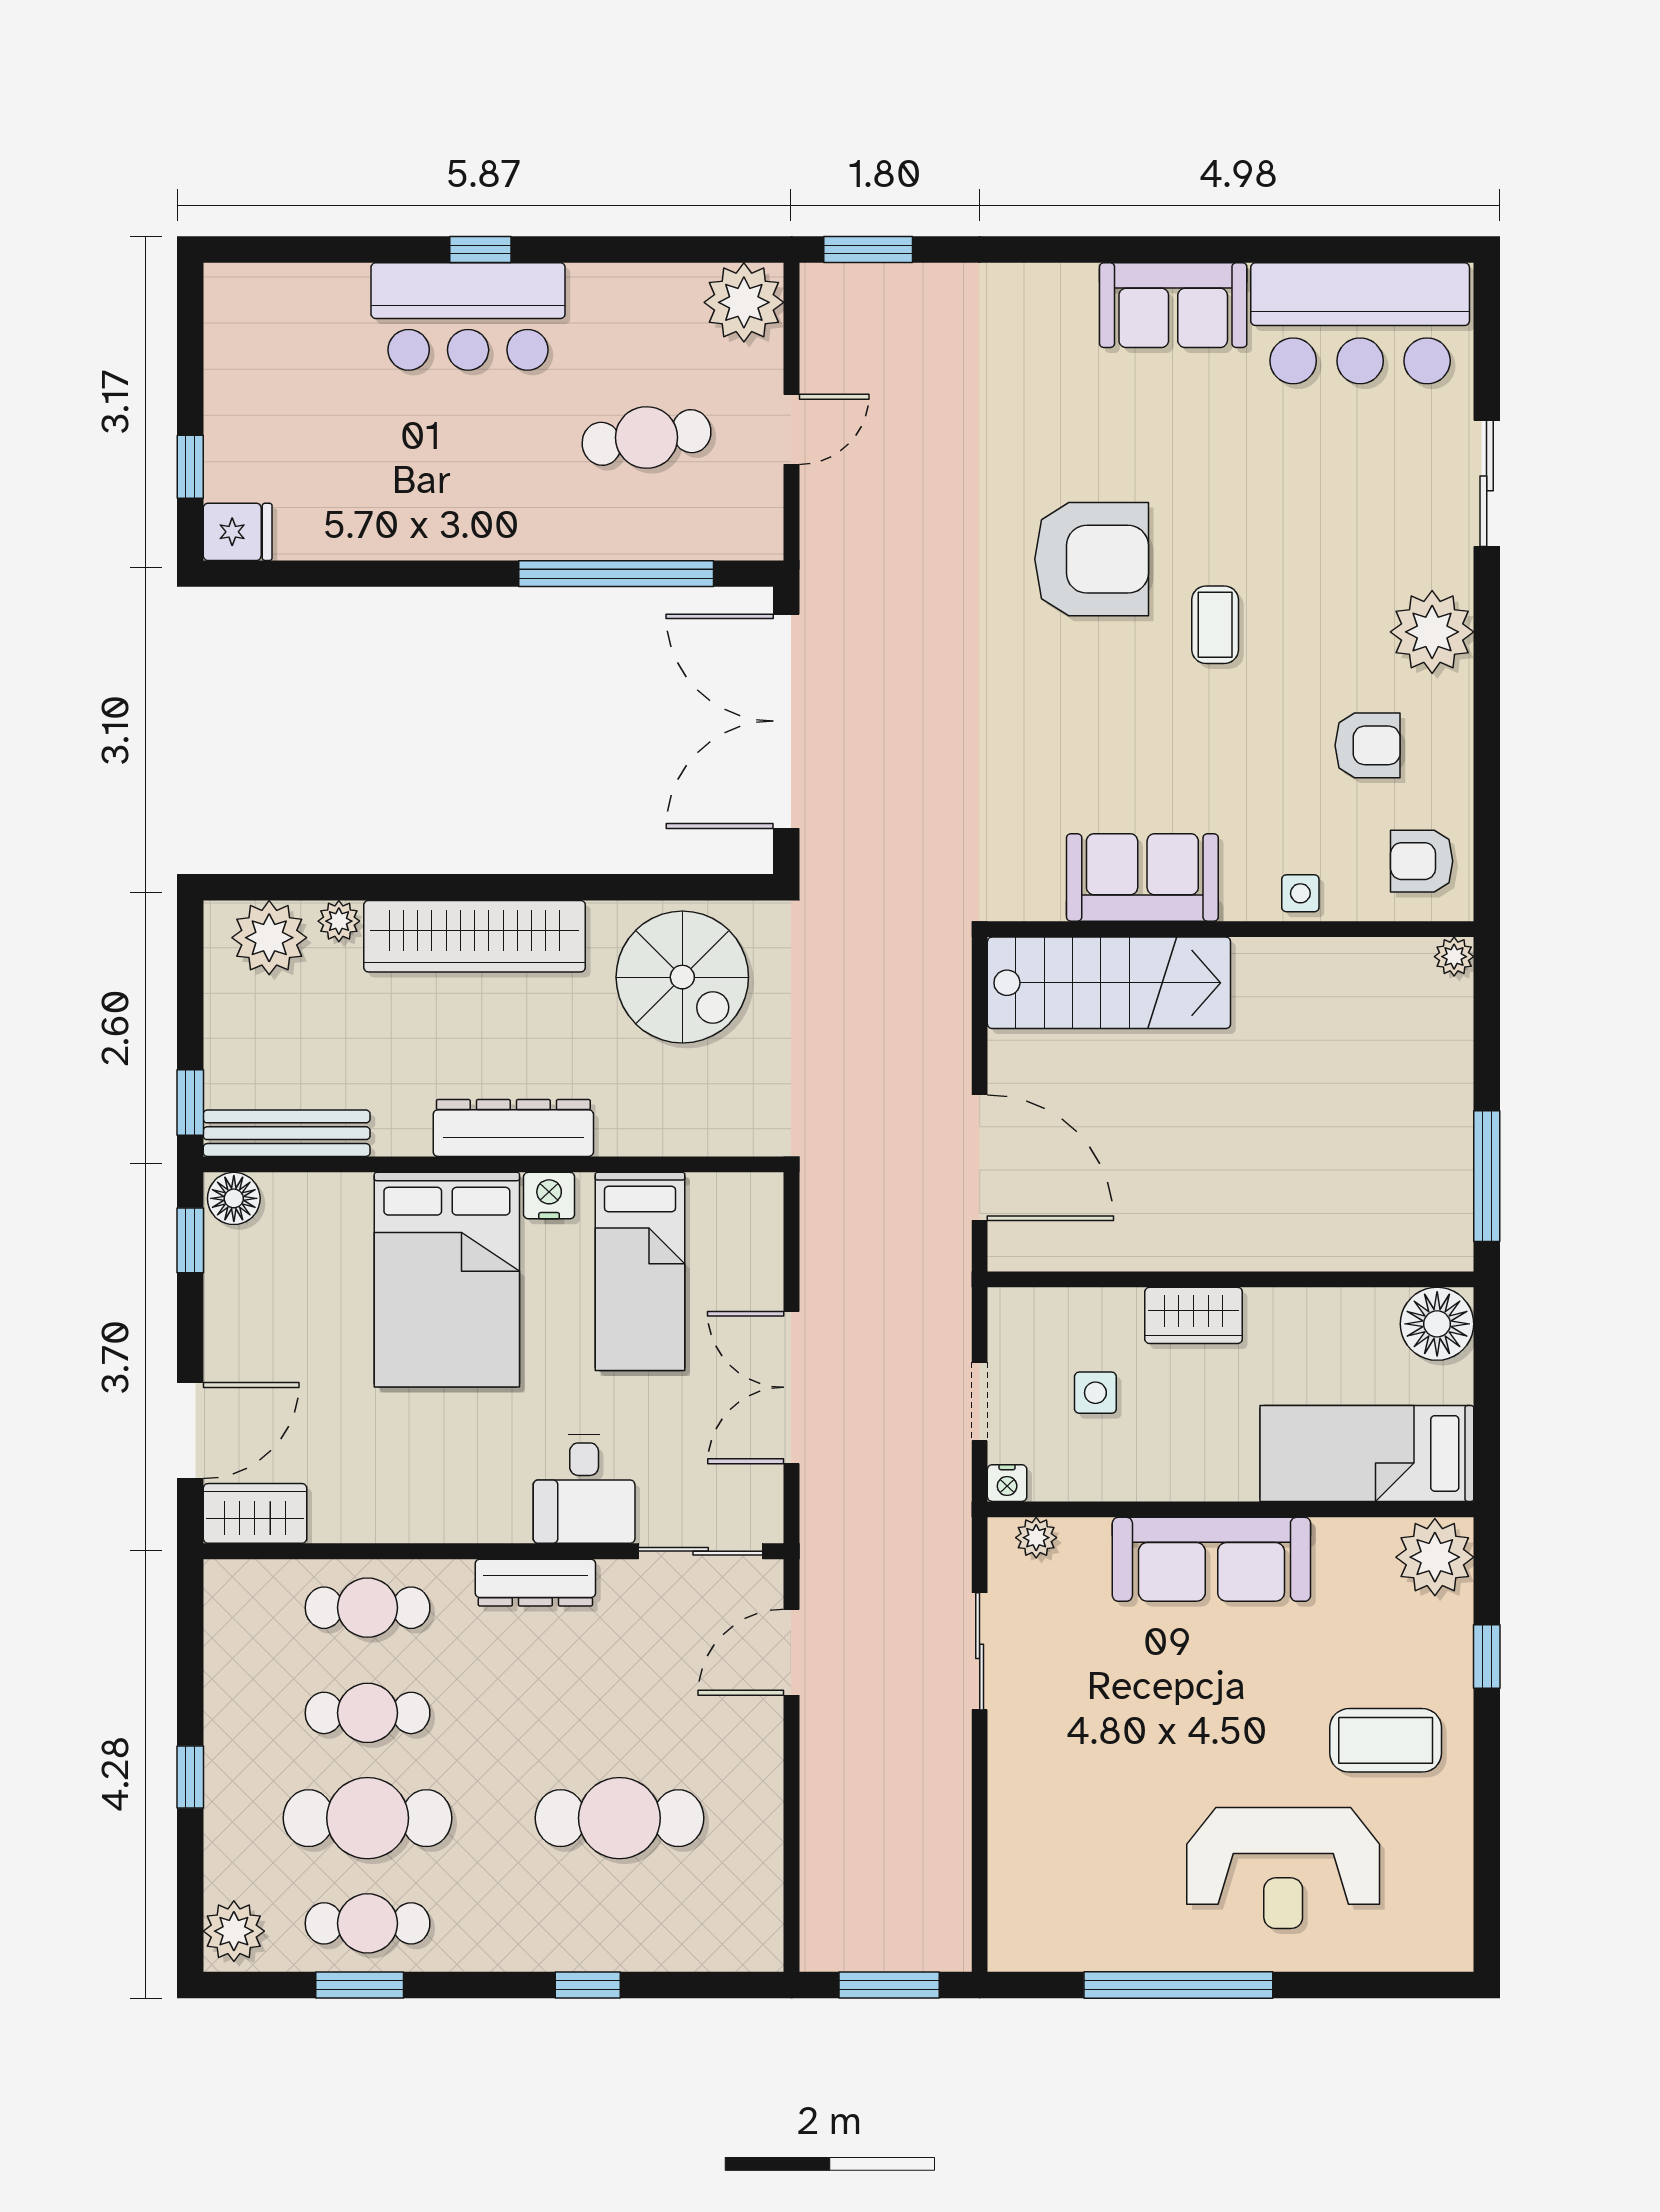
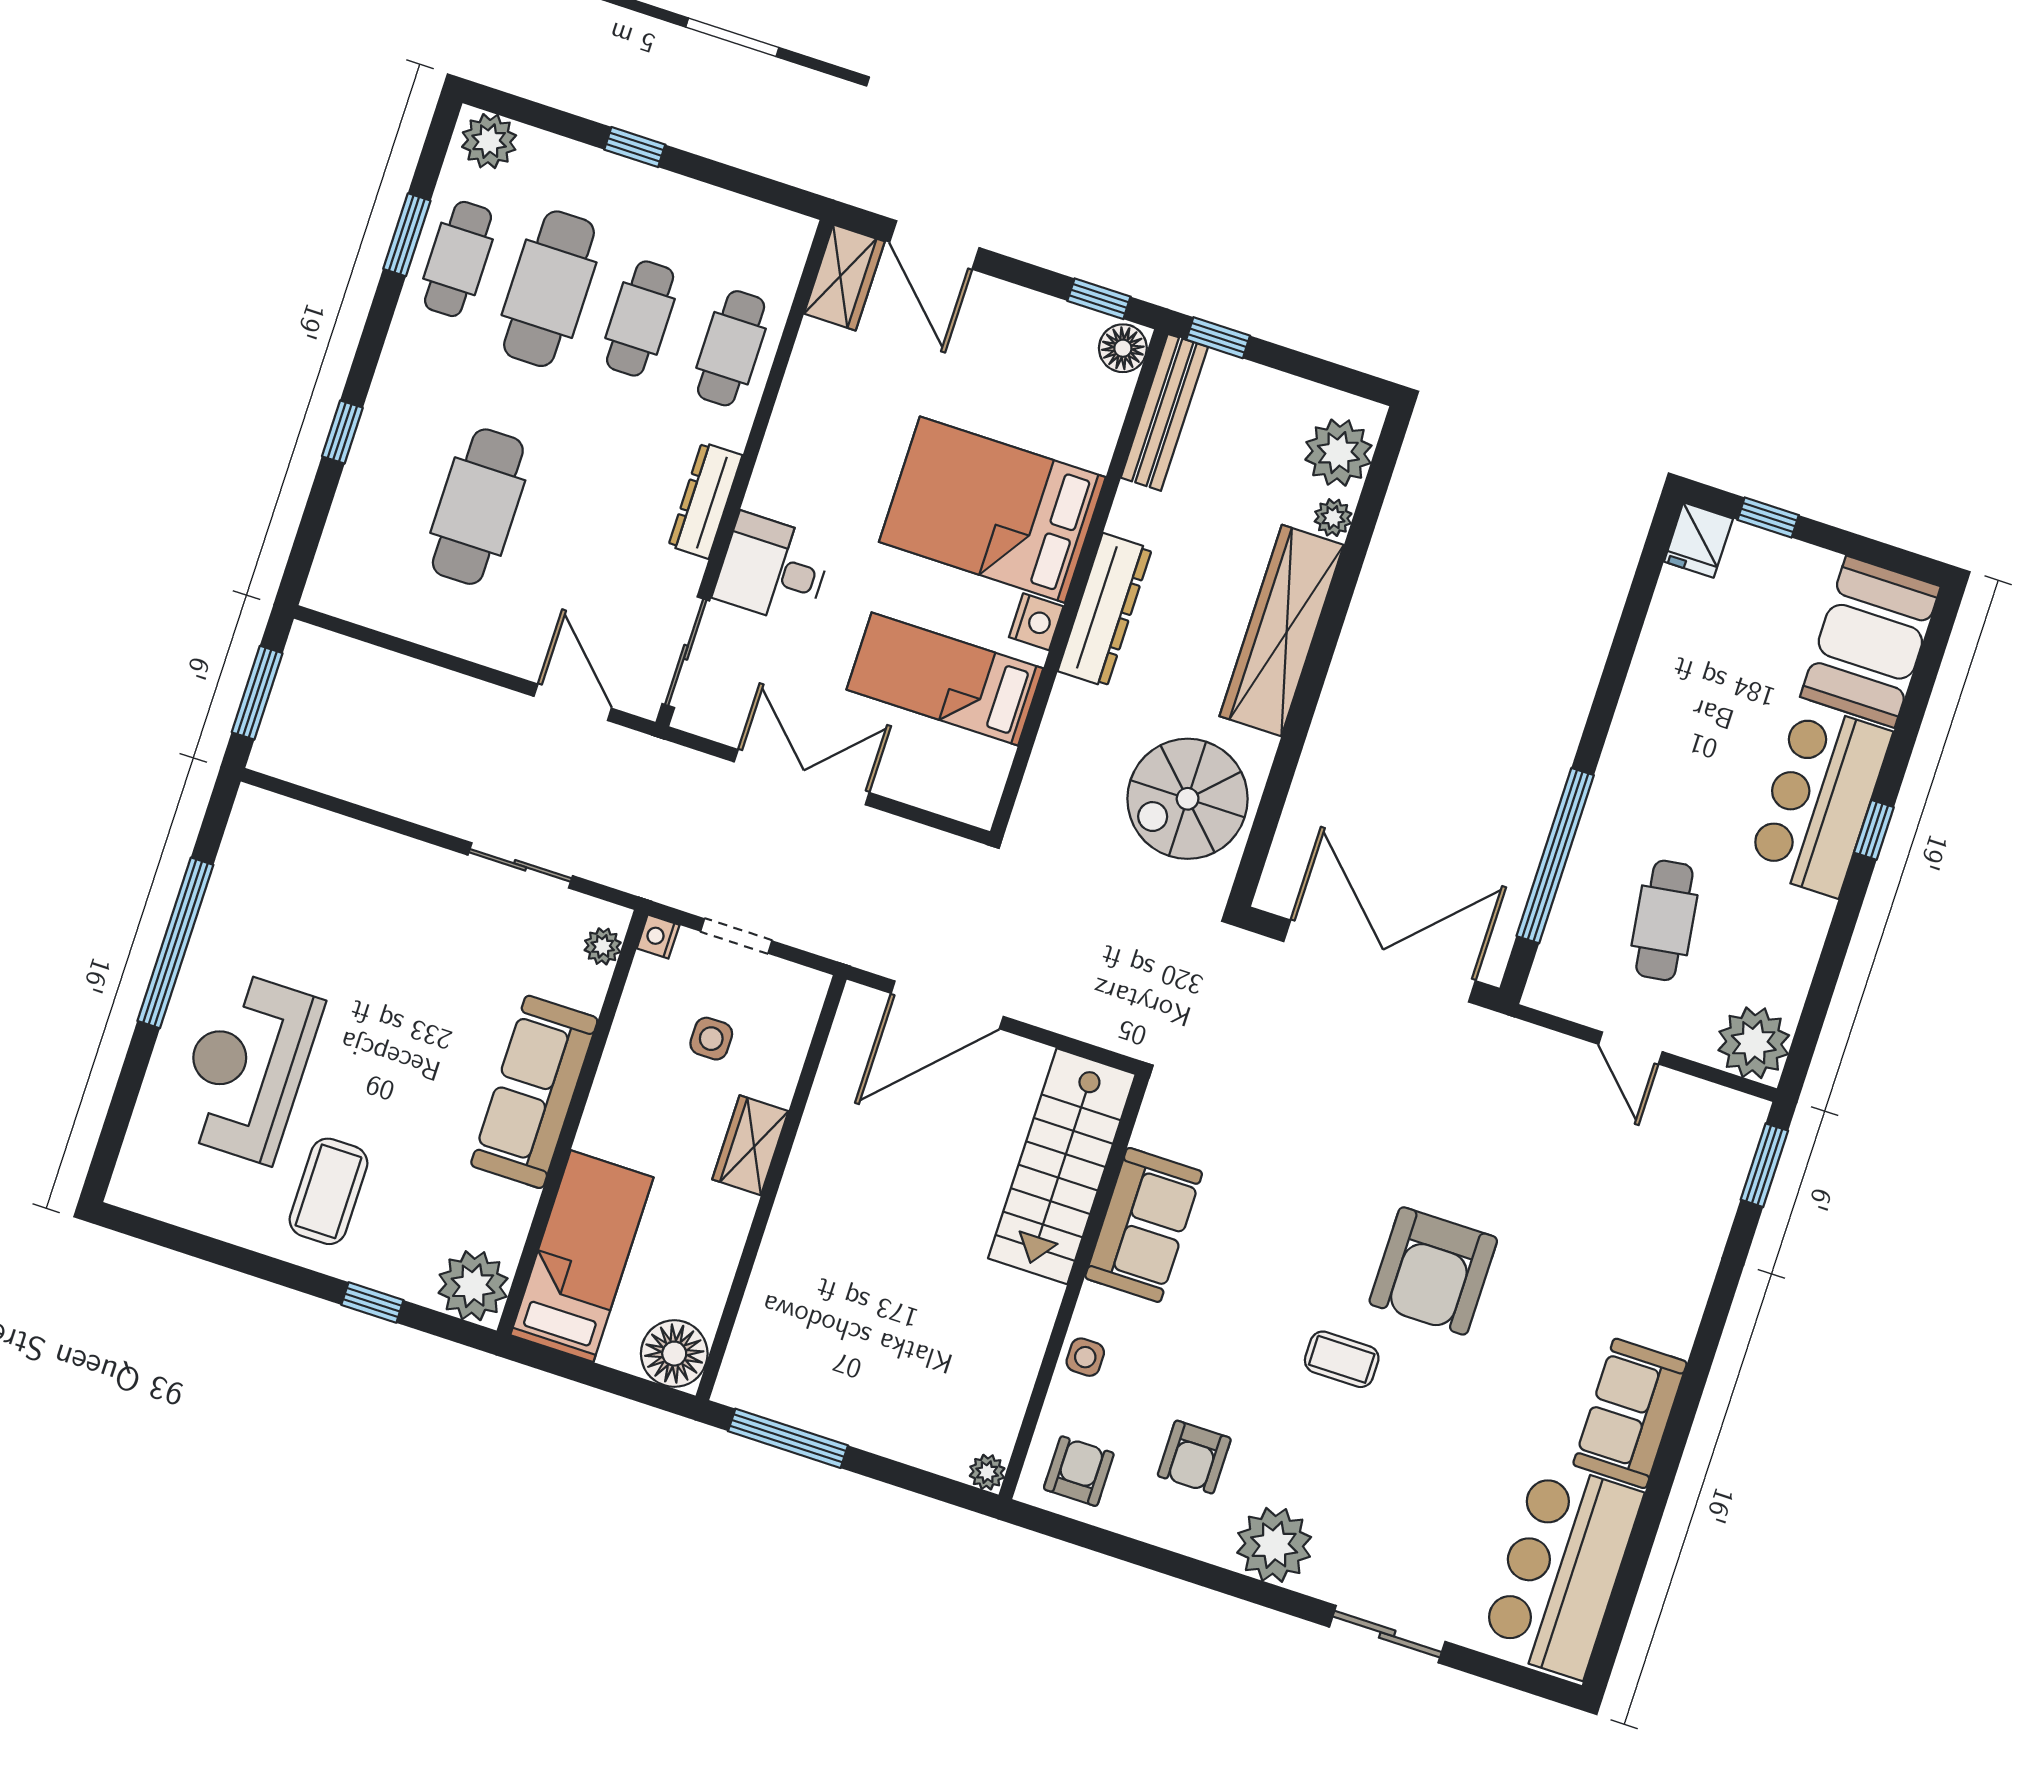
booth: (285, 317) -> (1870, 642), added

